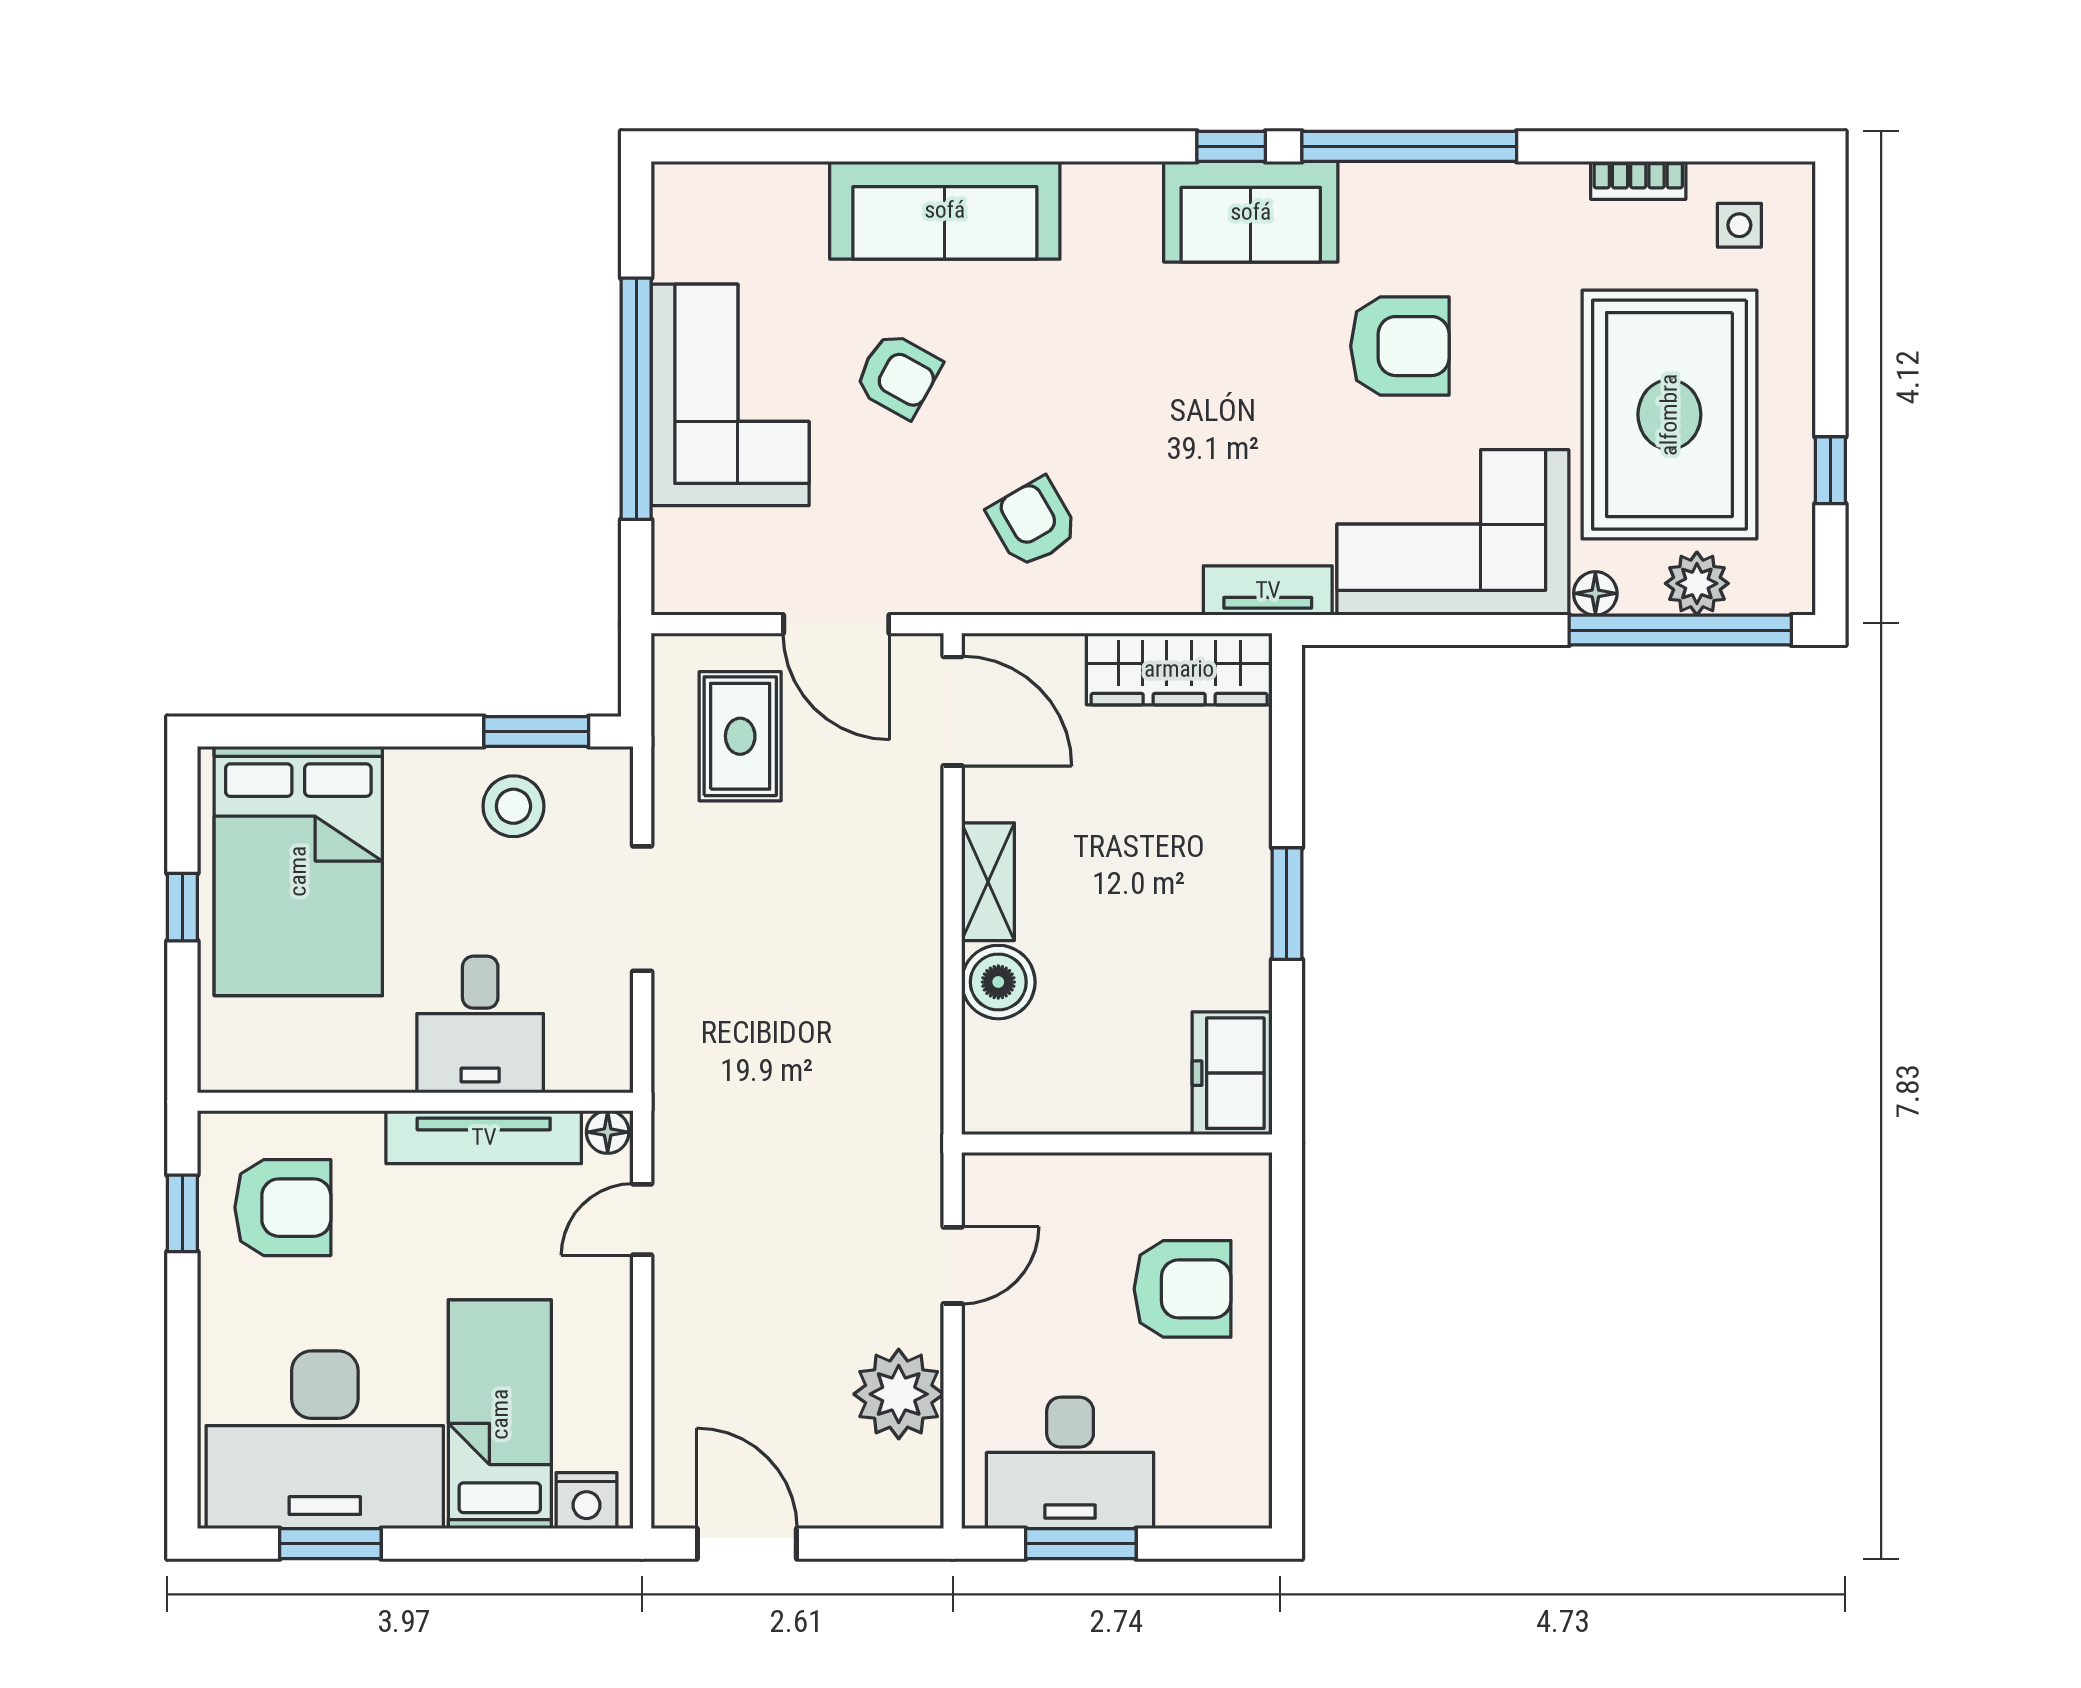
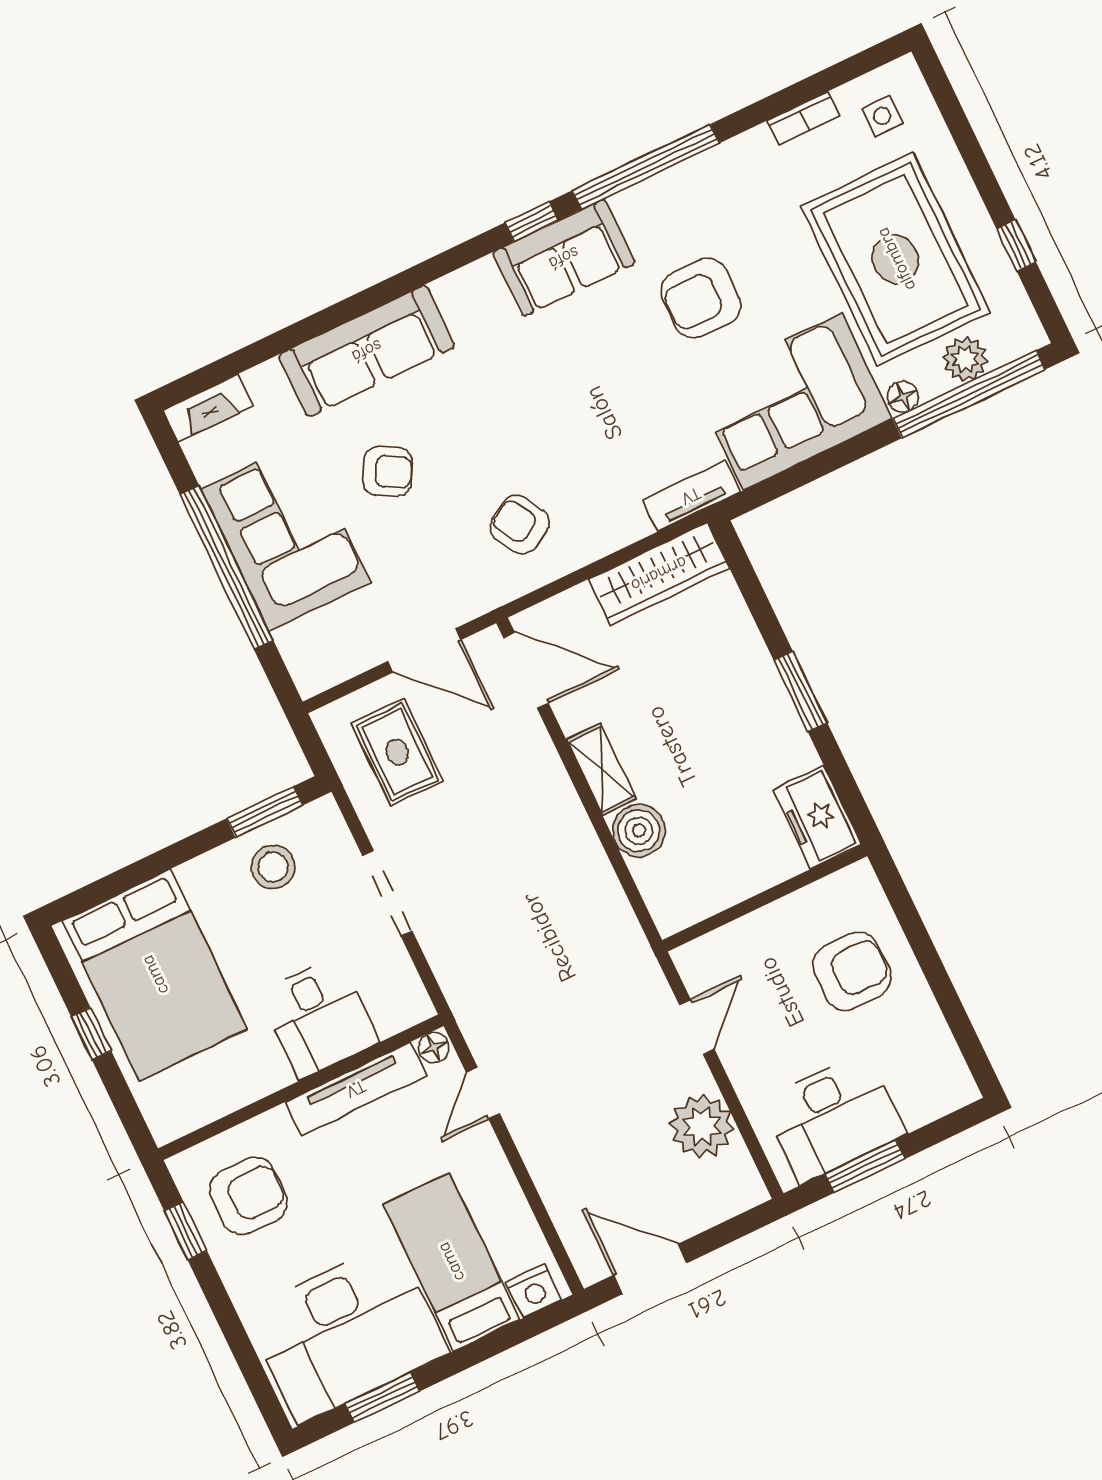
fireplace: (709, 186) -> (208, 408), added
armchair: (1400, 346) -> (701, 298), turned 180

